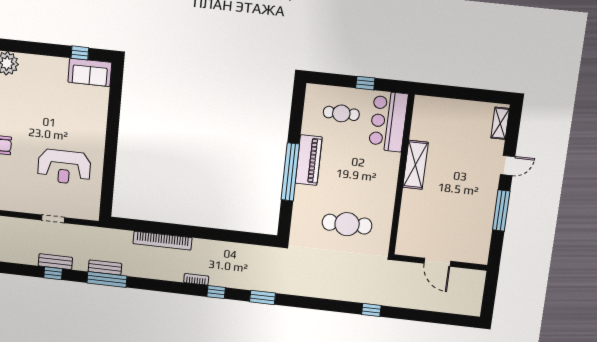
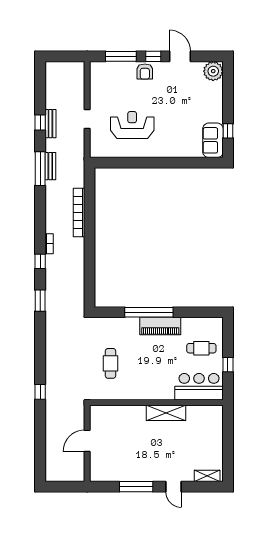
cafe table: (341, 113) -> (201, 348), turned 90
reception desk: (64, 167) -> (132, 125), turned 90
cafe table: (347, 224) -> (111, 363), width x0.73, depth x0.74

